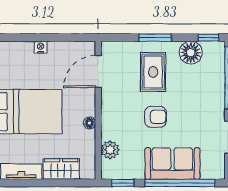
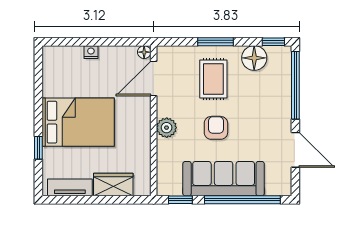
armchair: (155, 117) -> (216, 128), turned -90
floor lamp: (90, 123) -> (144, 52), moved
plant: (110, 150) -> (167, 128), moved
sofa: (172, 164) -> (224, 179), width x1.36

